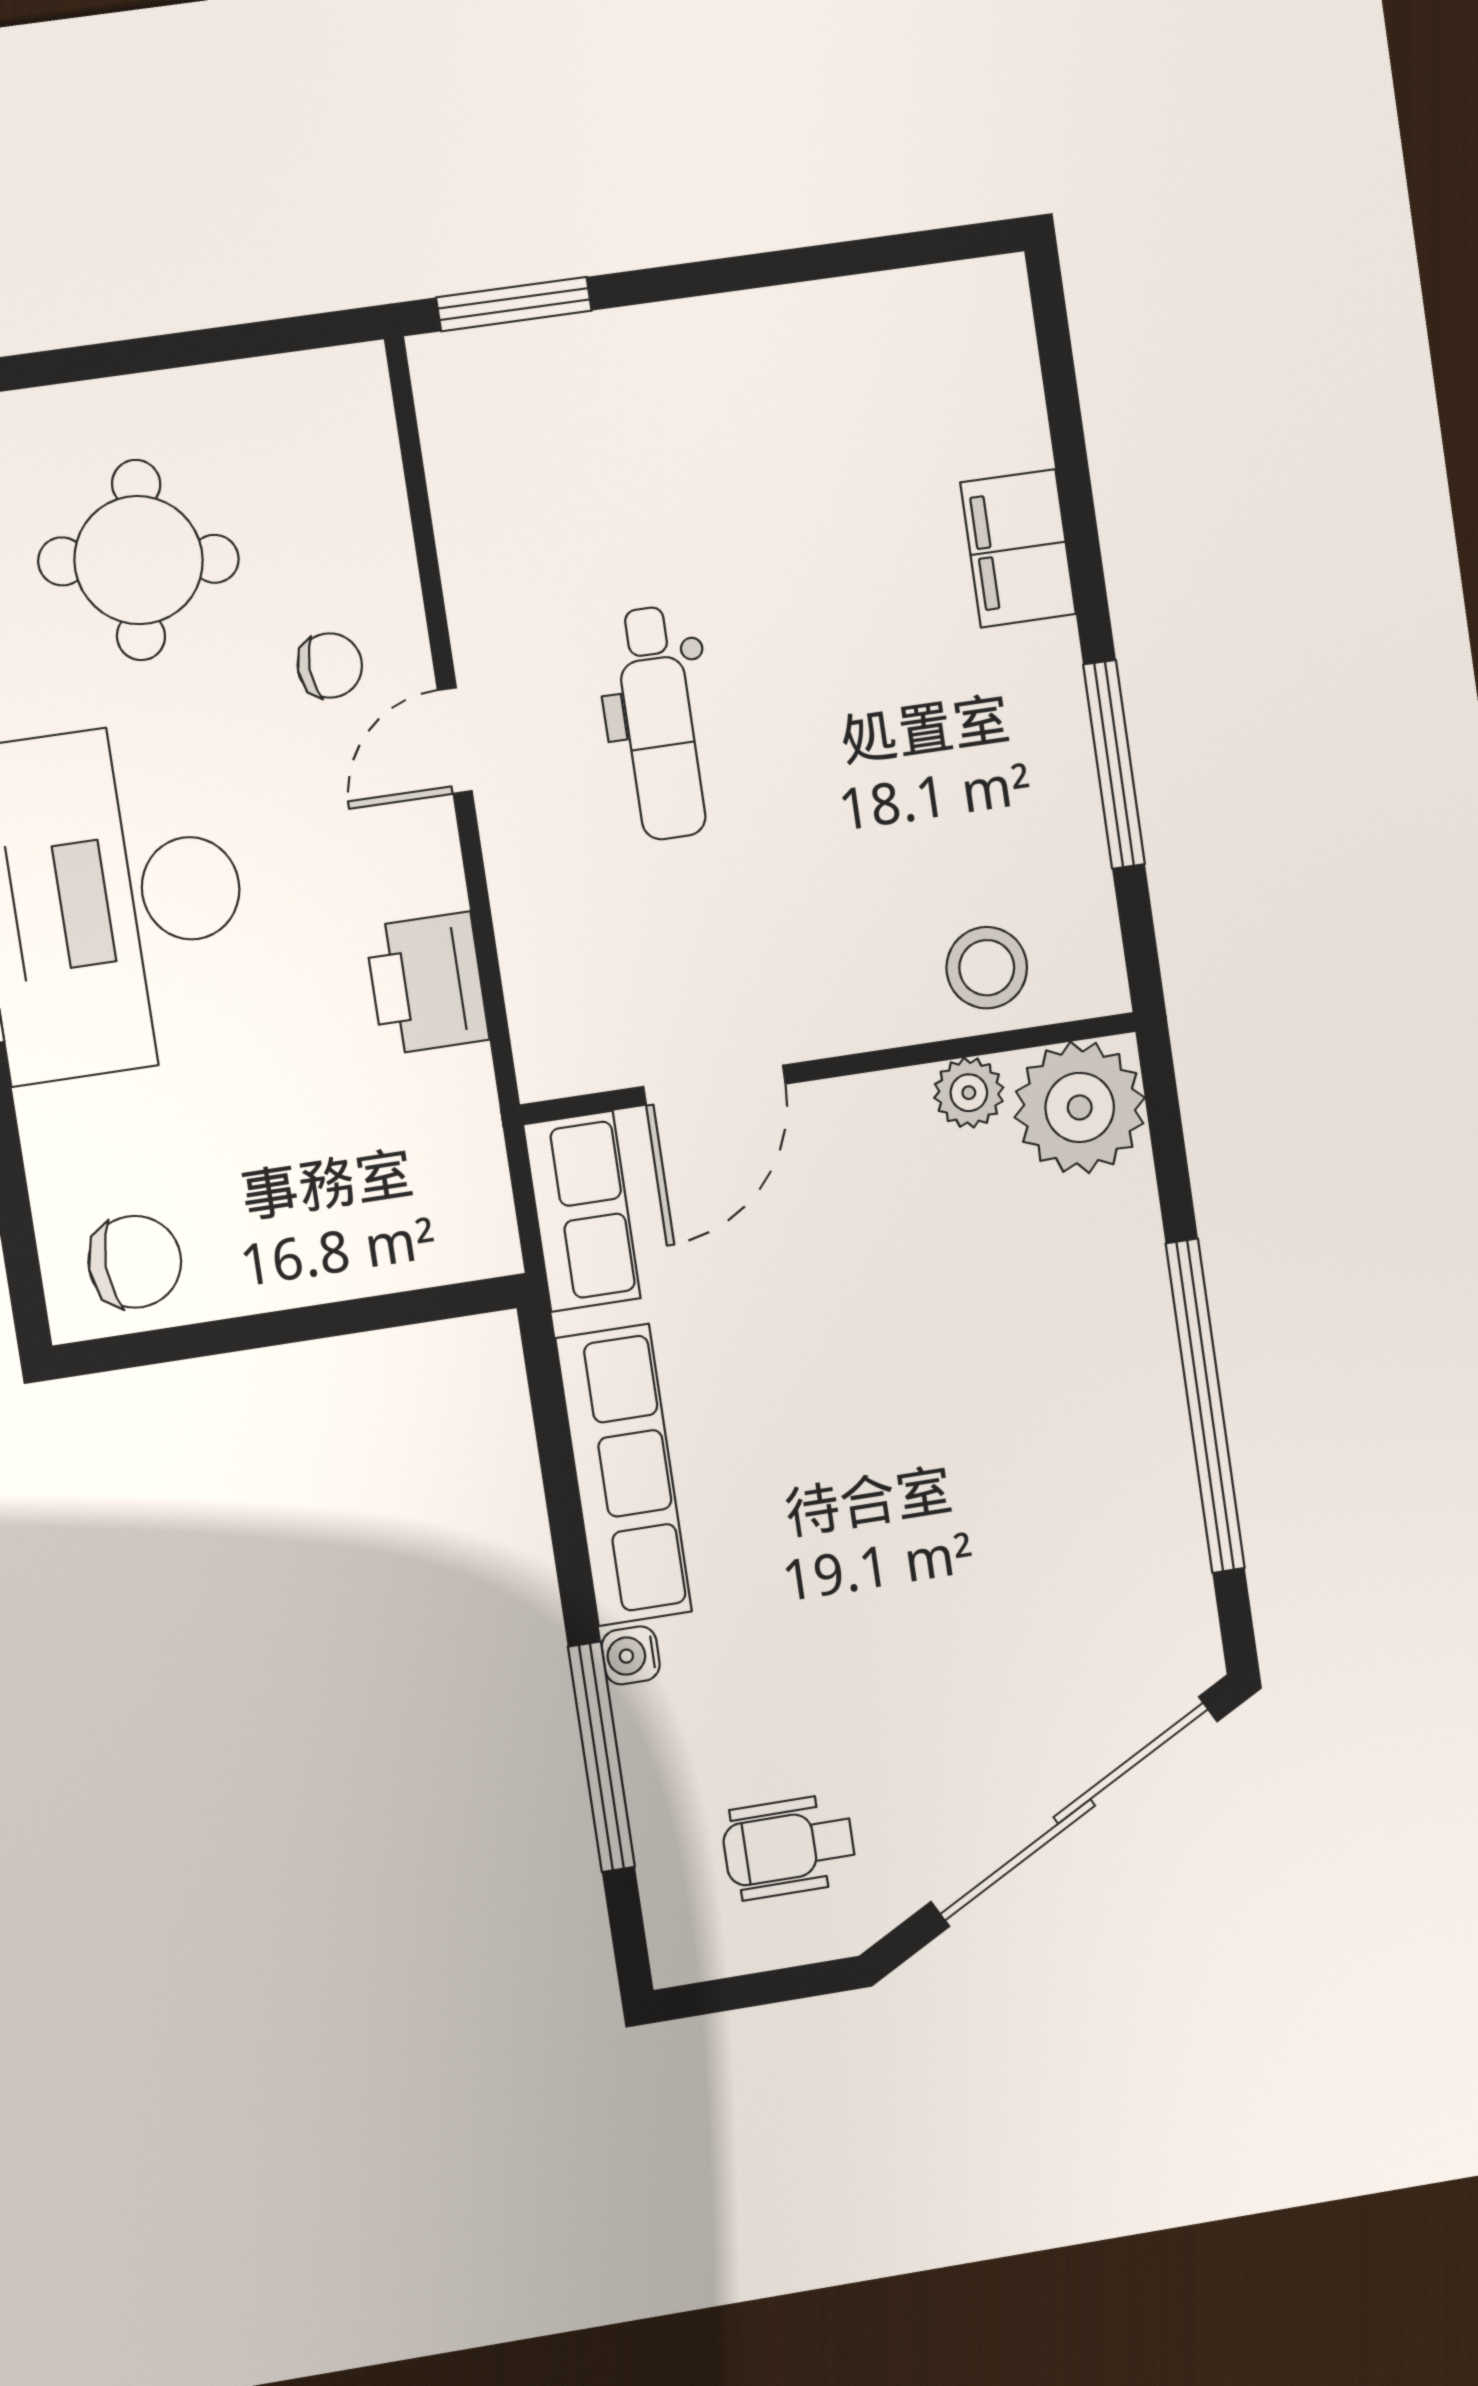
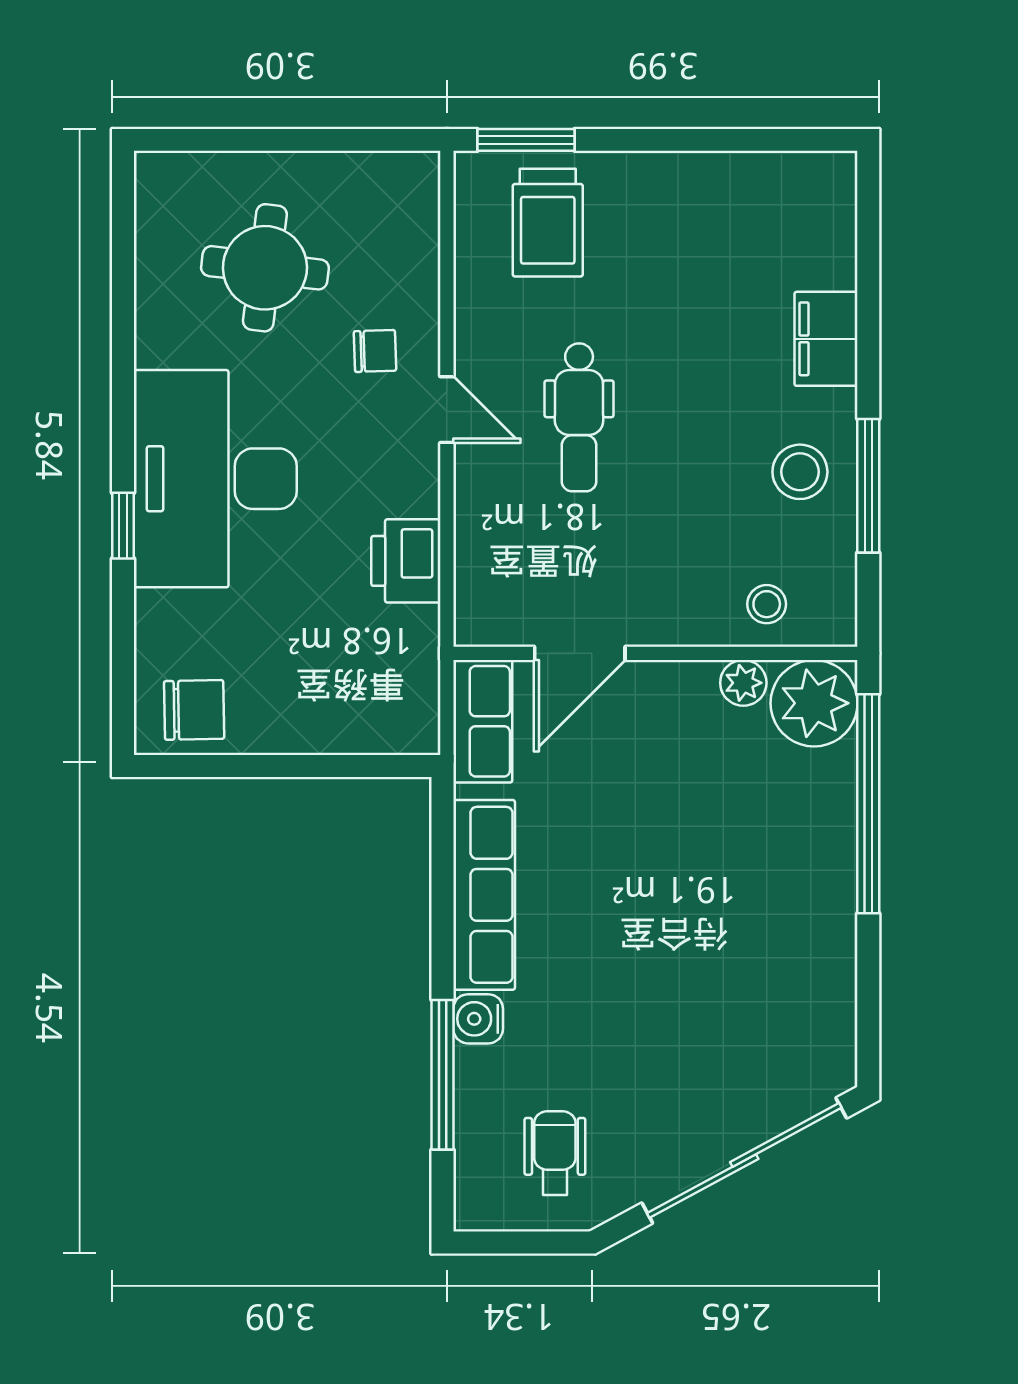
trolley: (567, 428) -> (548, 223), added
door: (455, 741) -> (447, 410), swing flipped
stool: (1008, 758) -> (800, 472), added
stool: (987, 968) -> (767, 604), width x0.73, depth x0.73
window: (1205, 1406) -> (868, 804), moved
water cooler: (631, 1655) -> (478, 1019), width x1.38, depth x1.38
wheelchair: (789, 1847) -> (555, 1153), turned 90

